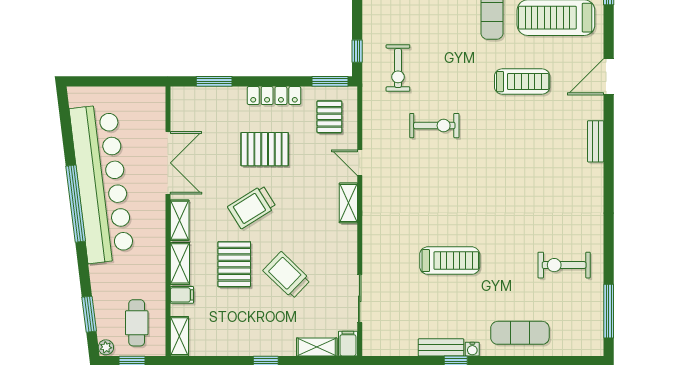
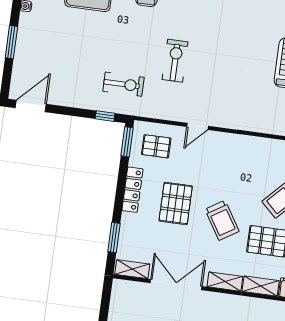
shelving: (348, 203) -> (132, 269), moved

